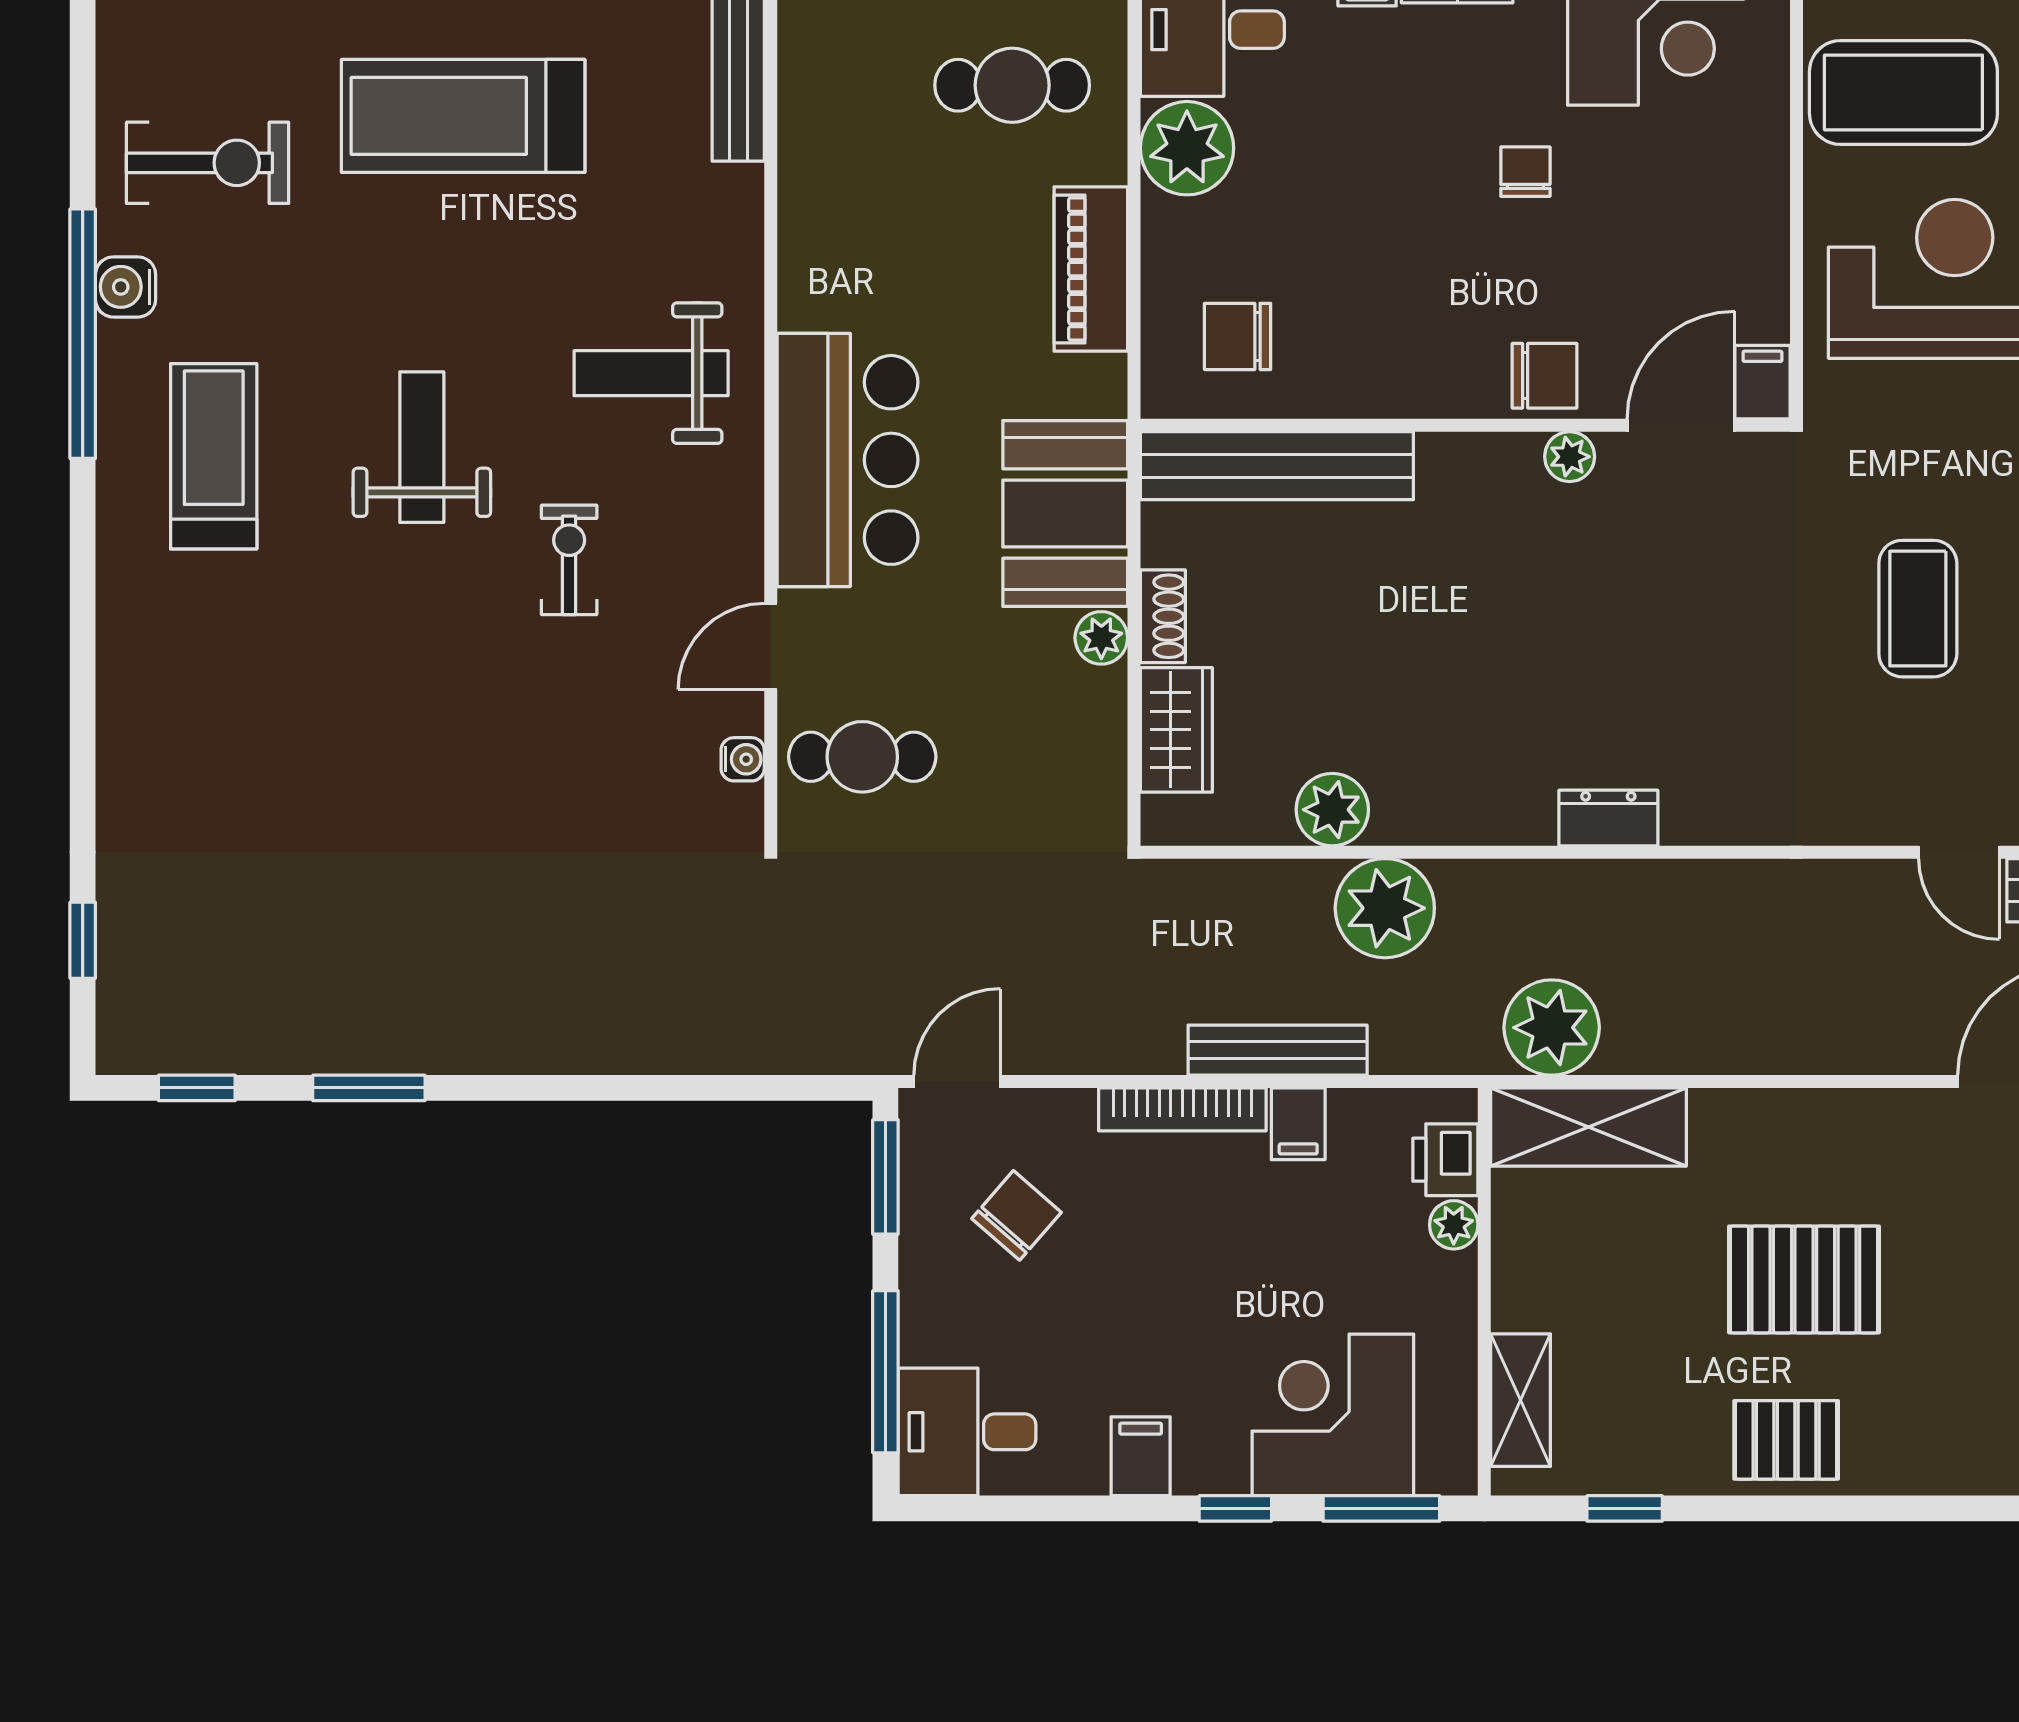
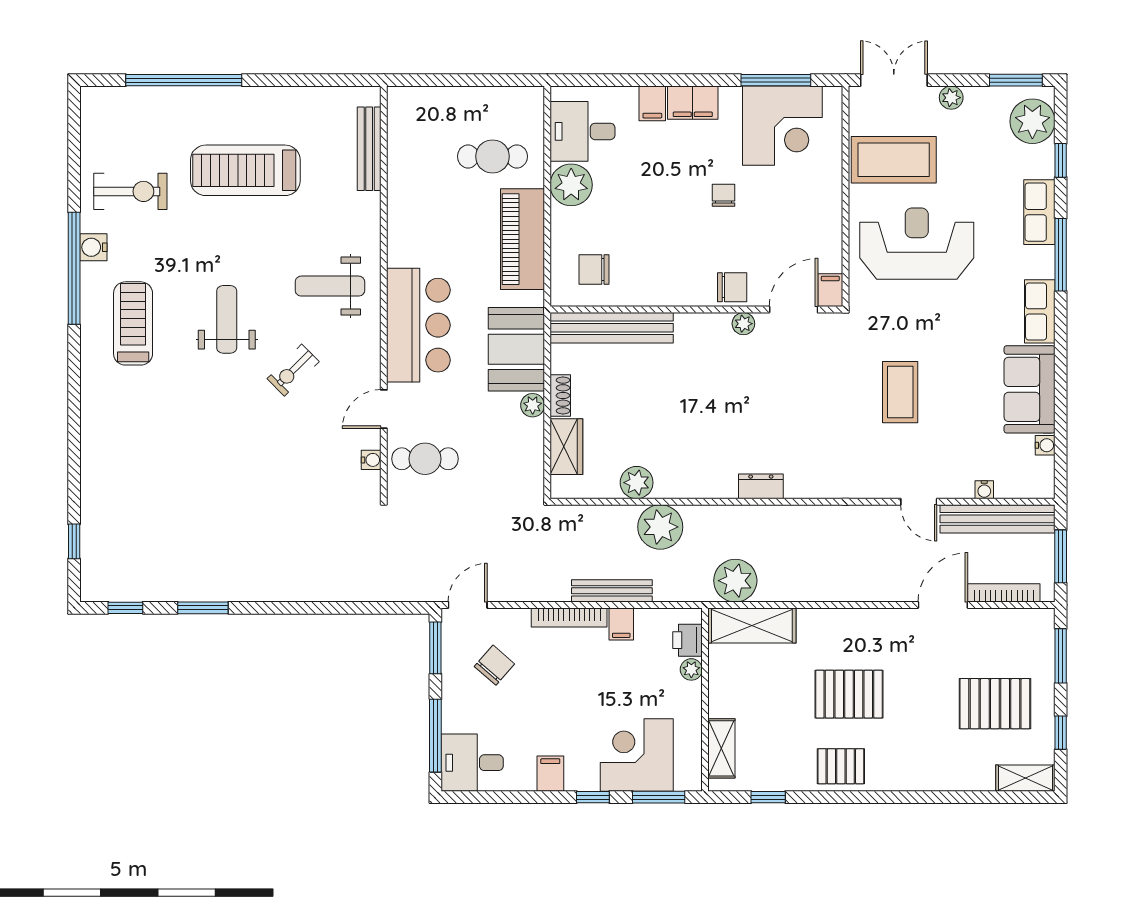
piano: (1091, 269) -> (522, 239), width x1.37, depth x1.33
exercise bike: (569, 560) -> (293, 370), turned -135

